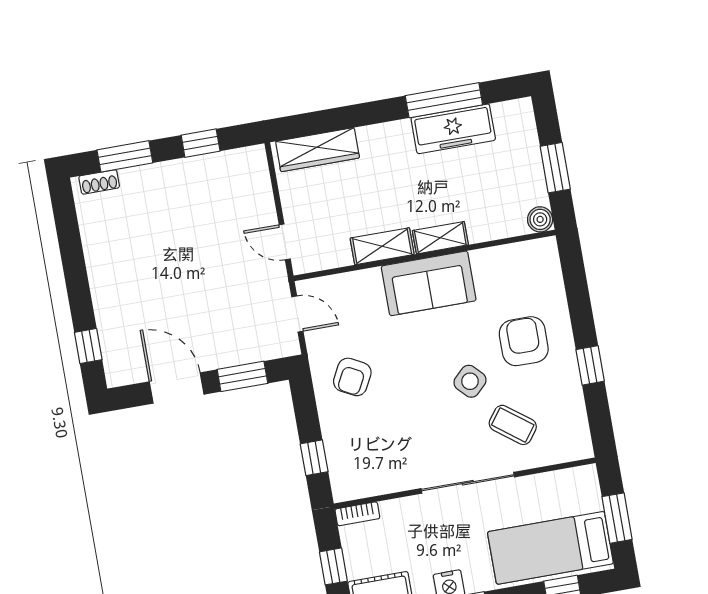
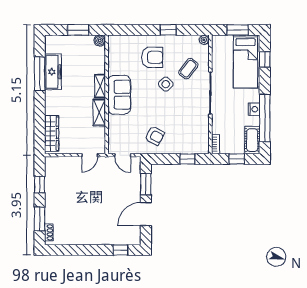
door: (297, 314) -> (123, 155), swing flipped
armchair: (524, 341) -> (152, 57), turned 180
plant: (582, 448) -> (204, 40), added

